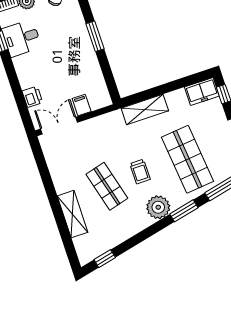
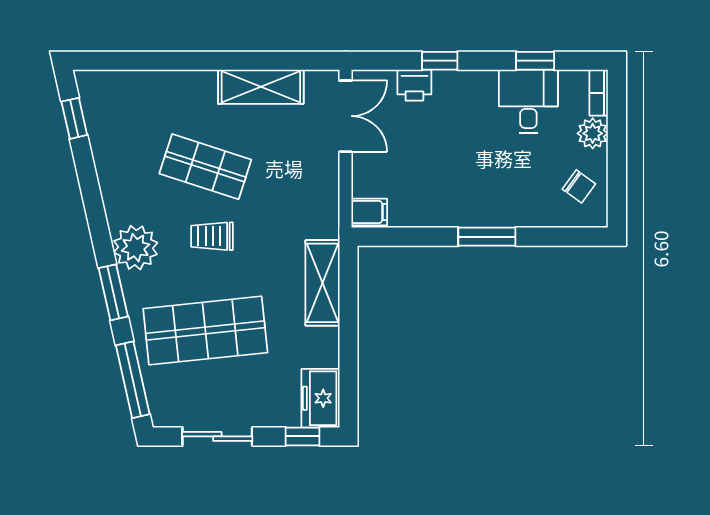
window: (16, 88) -> (440, 61), added
filing cabinet: (82, 105) -> (369, 212), moved
shop shelf: (107, 186) -> (205, 167), turned 33
shelving: (73, 214) -> (261, 87), moved

